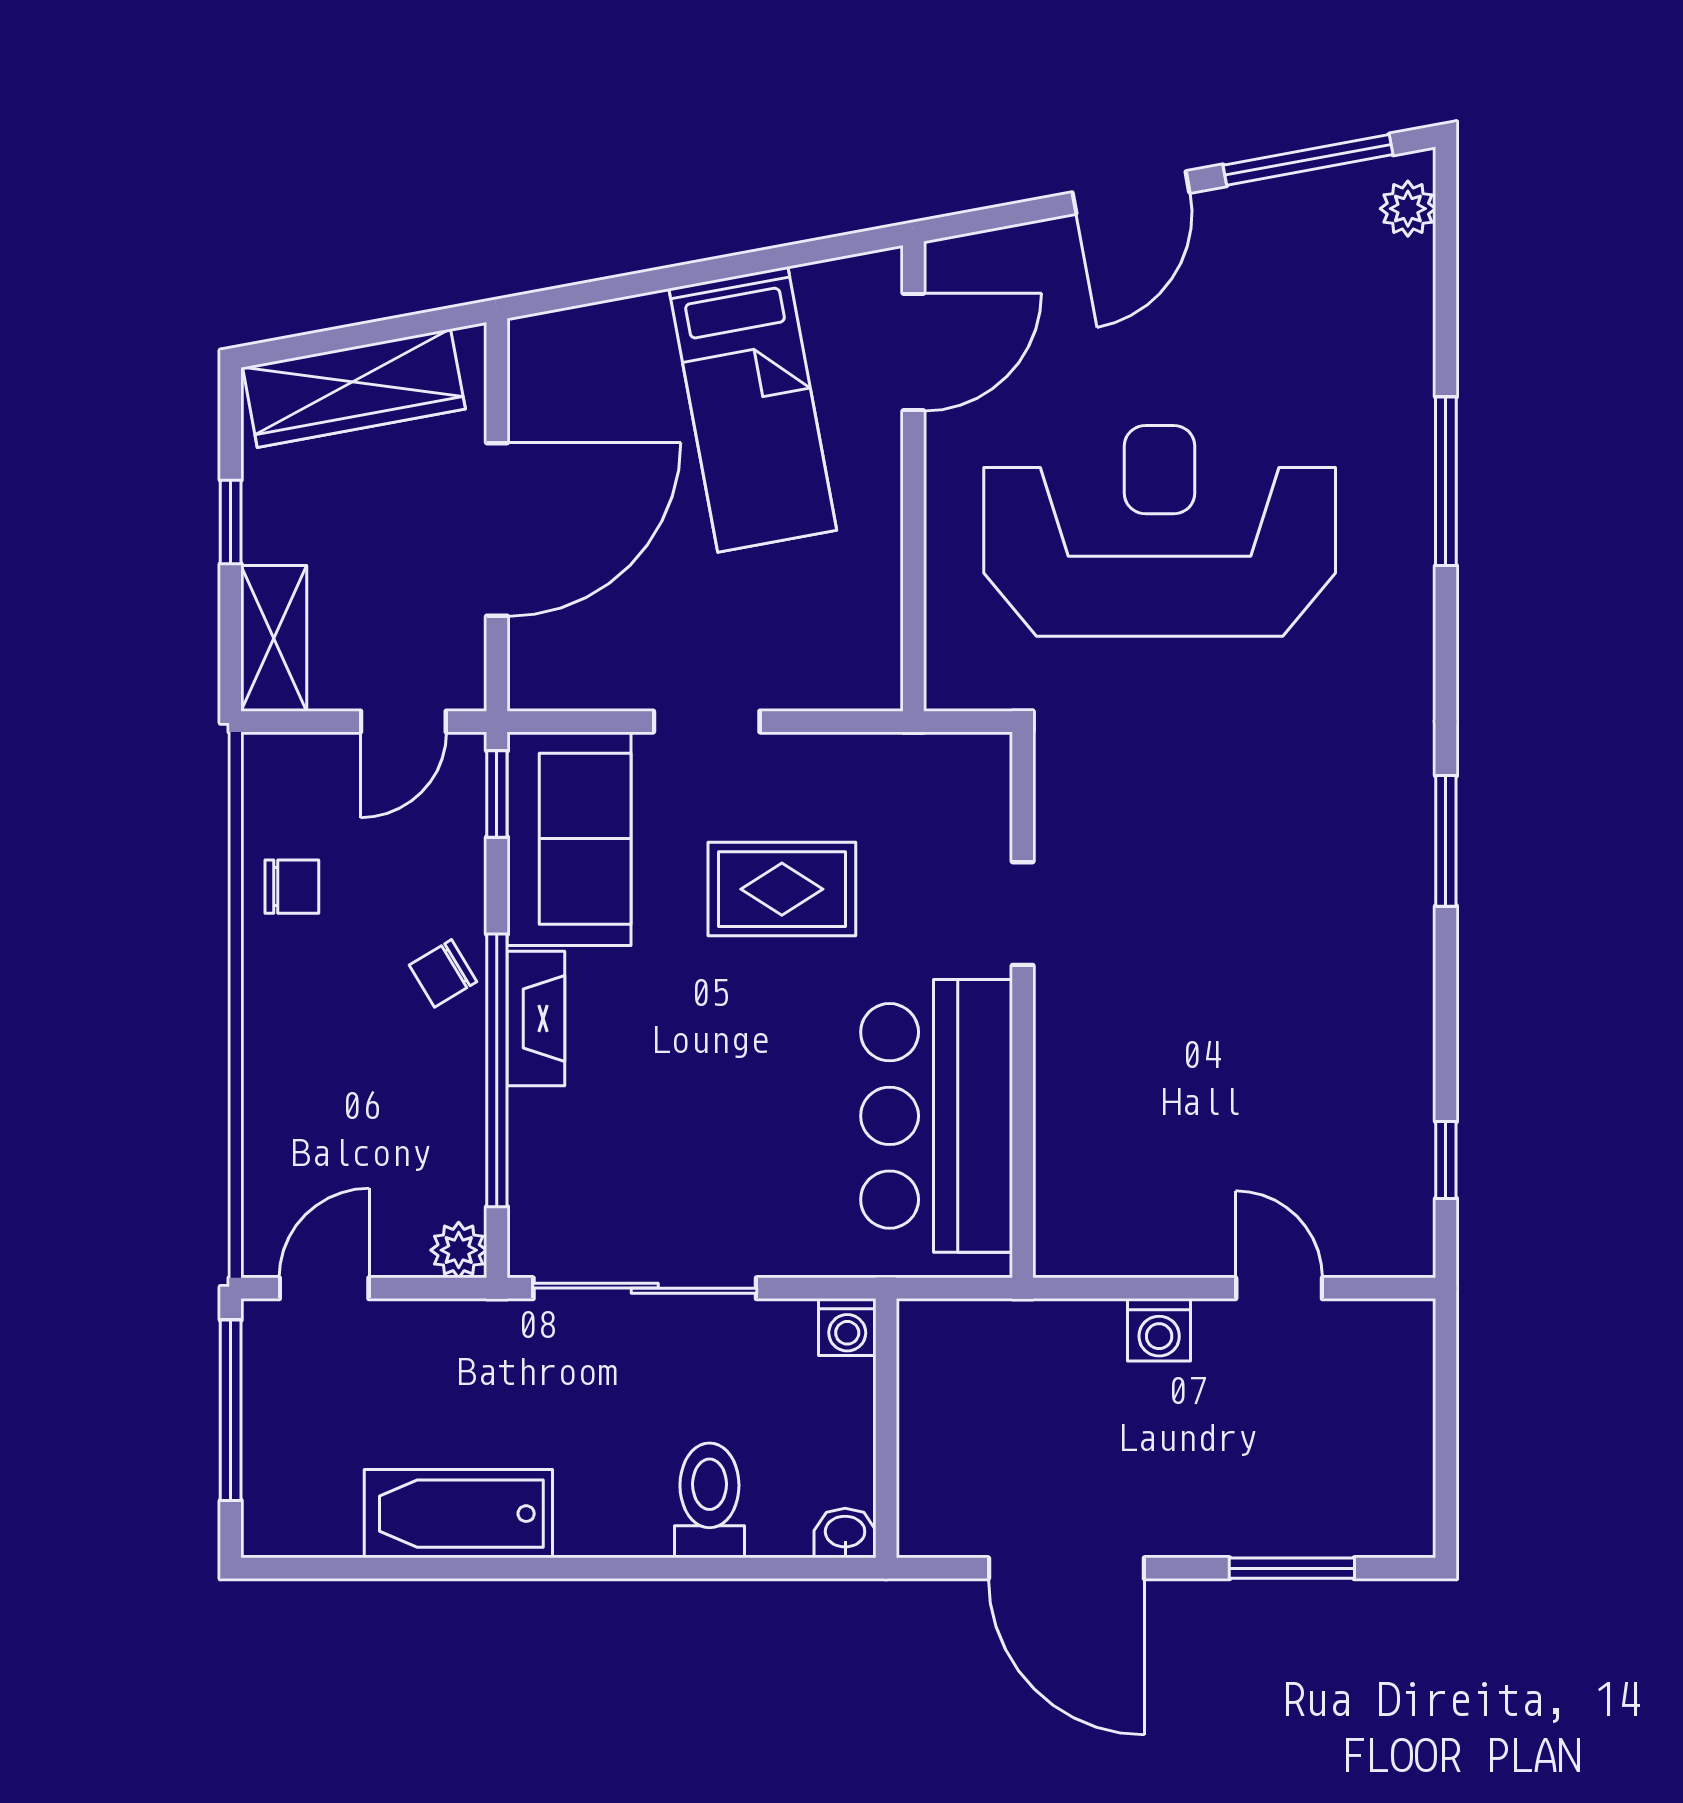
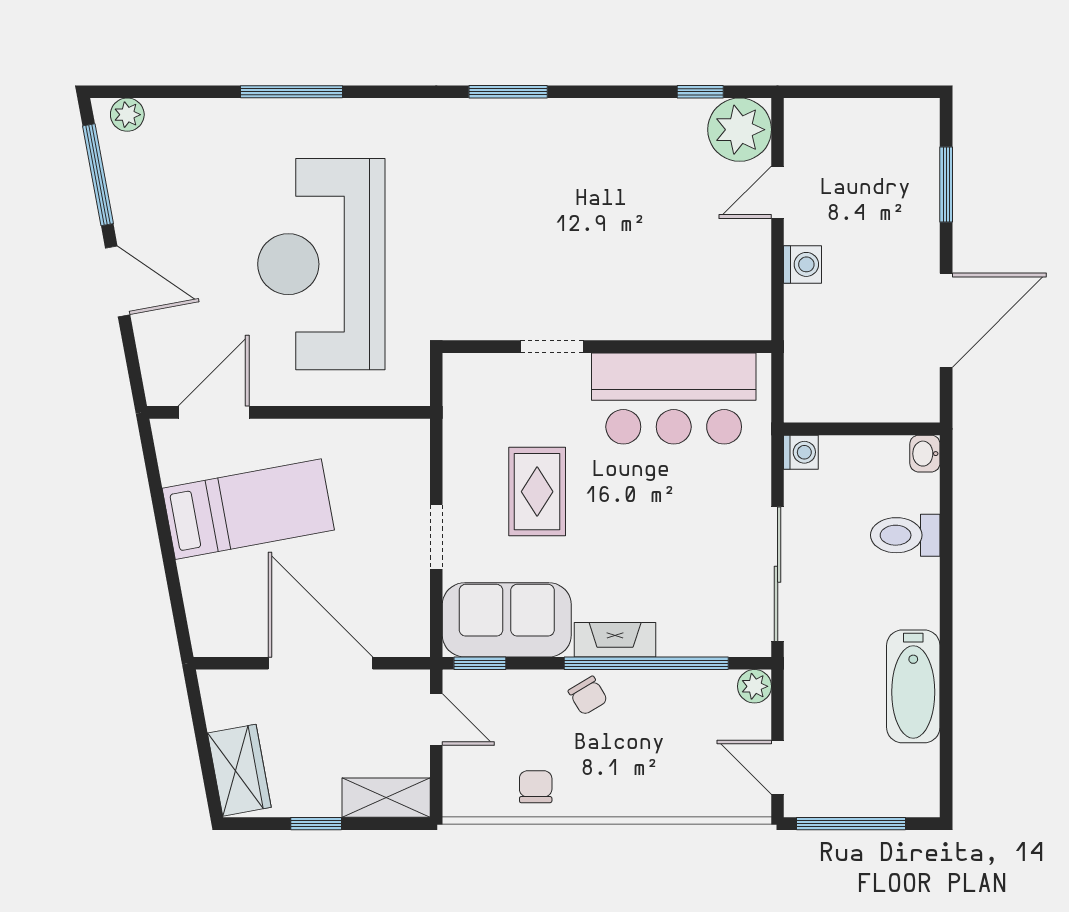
door: (913, 352) -> (214, 412), hinge flipped
wardrobe: (354, 388) -> (239, 770), width x0.67
plant: (1383, 1225) -> (740, 130), added

